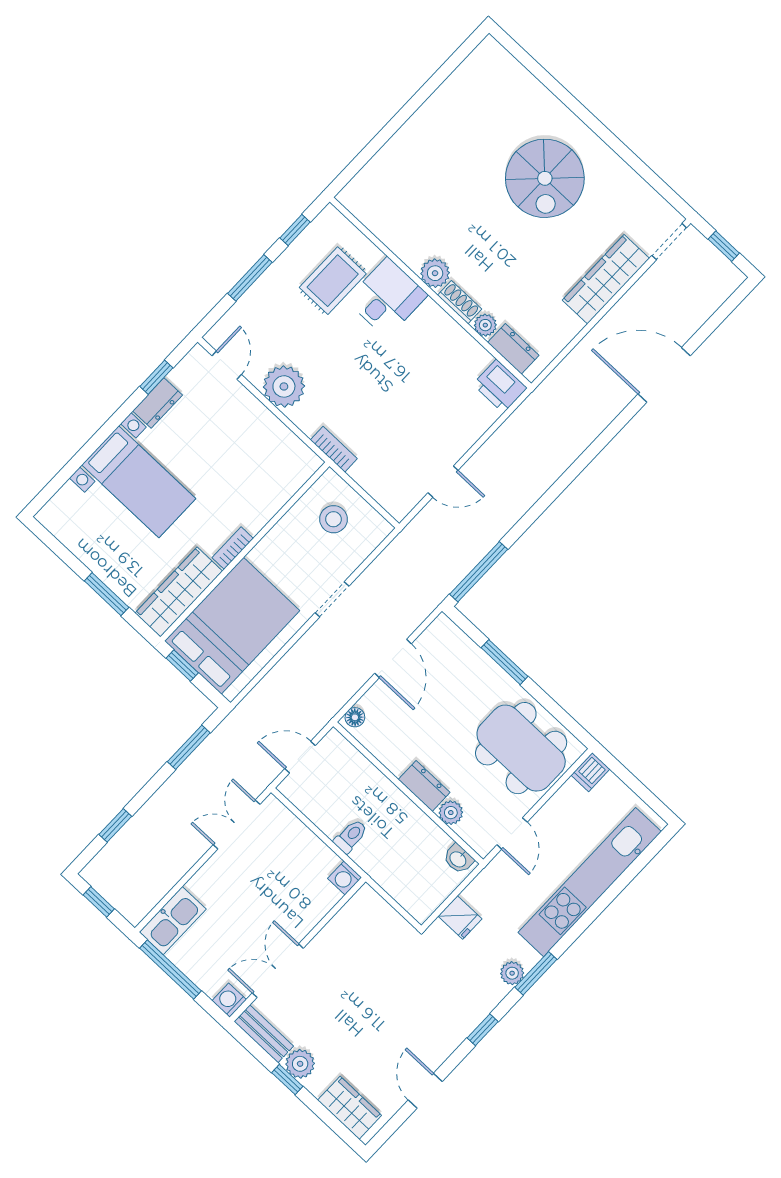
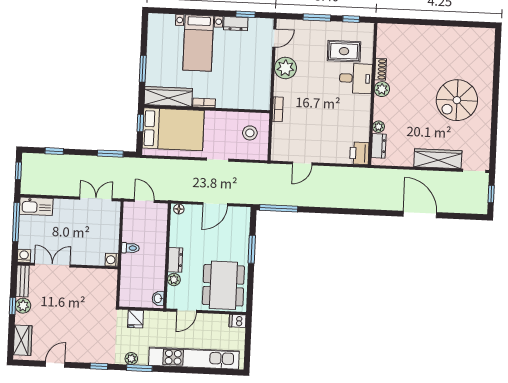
shoe rack: (460, 302) -> (380, 69), moved
door: (443, 482) -> (302, 163), hinge flipped

